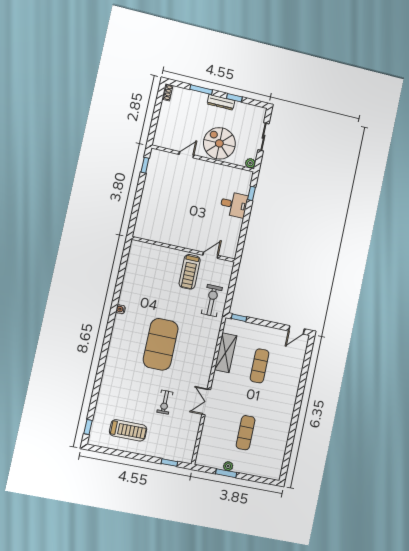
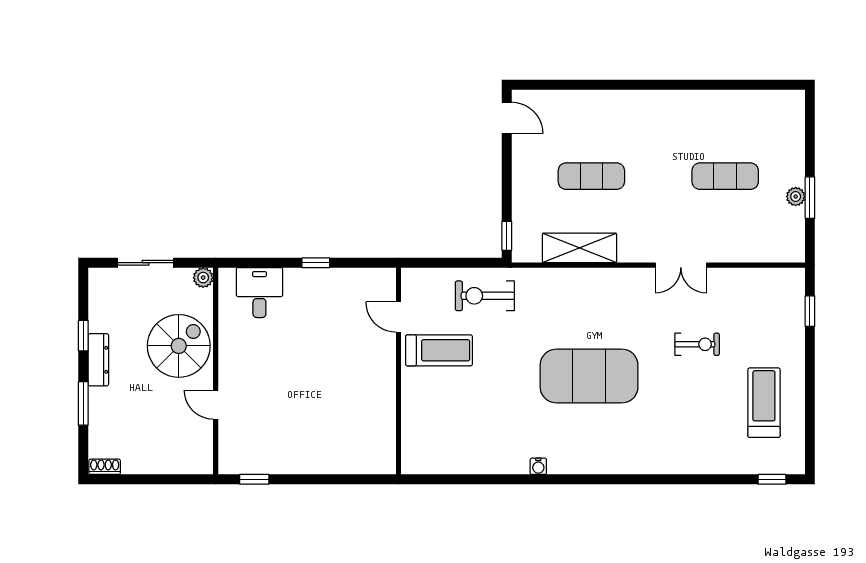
spiral stairs: (219, 143) -> (179, 346), turned 180
window: (252, 193) -> (316, 263), moved
desk: (234, 204) -> (259, 293), moved

